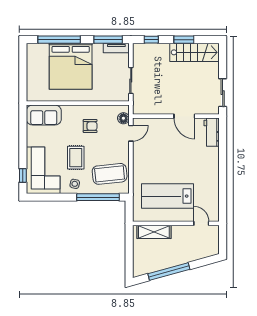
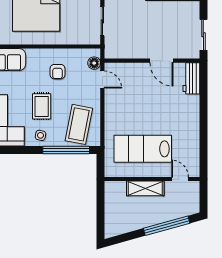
armchair: (90, 126) -> (57, 72), turned 90
door: (131, 133) -> (102, 80), hinge flipped
coffee table: (110, 174) -> (79, 124), turned -73
shelving: (154, 232) -> (145, 188), moved
window: (169, 272) -> (167, 226), moved

